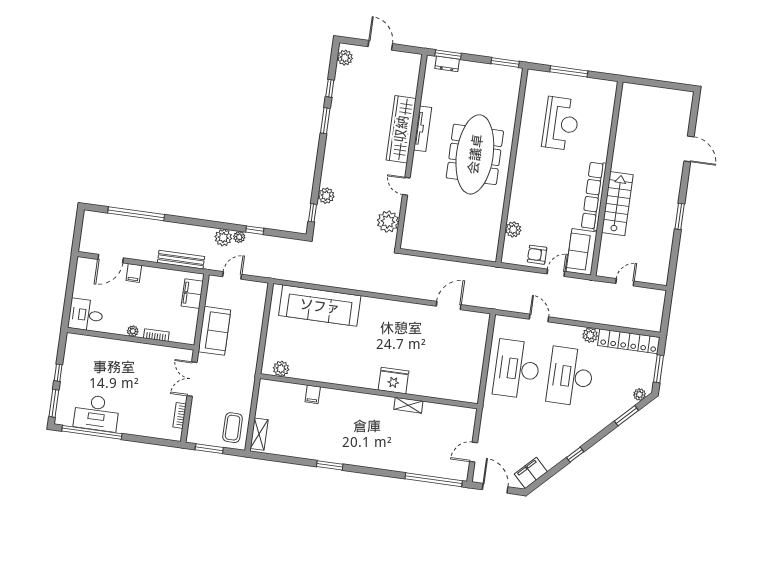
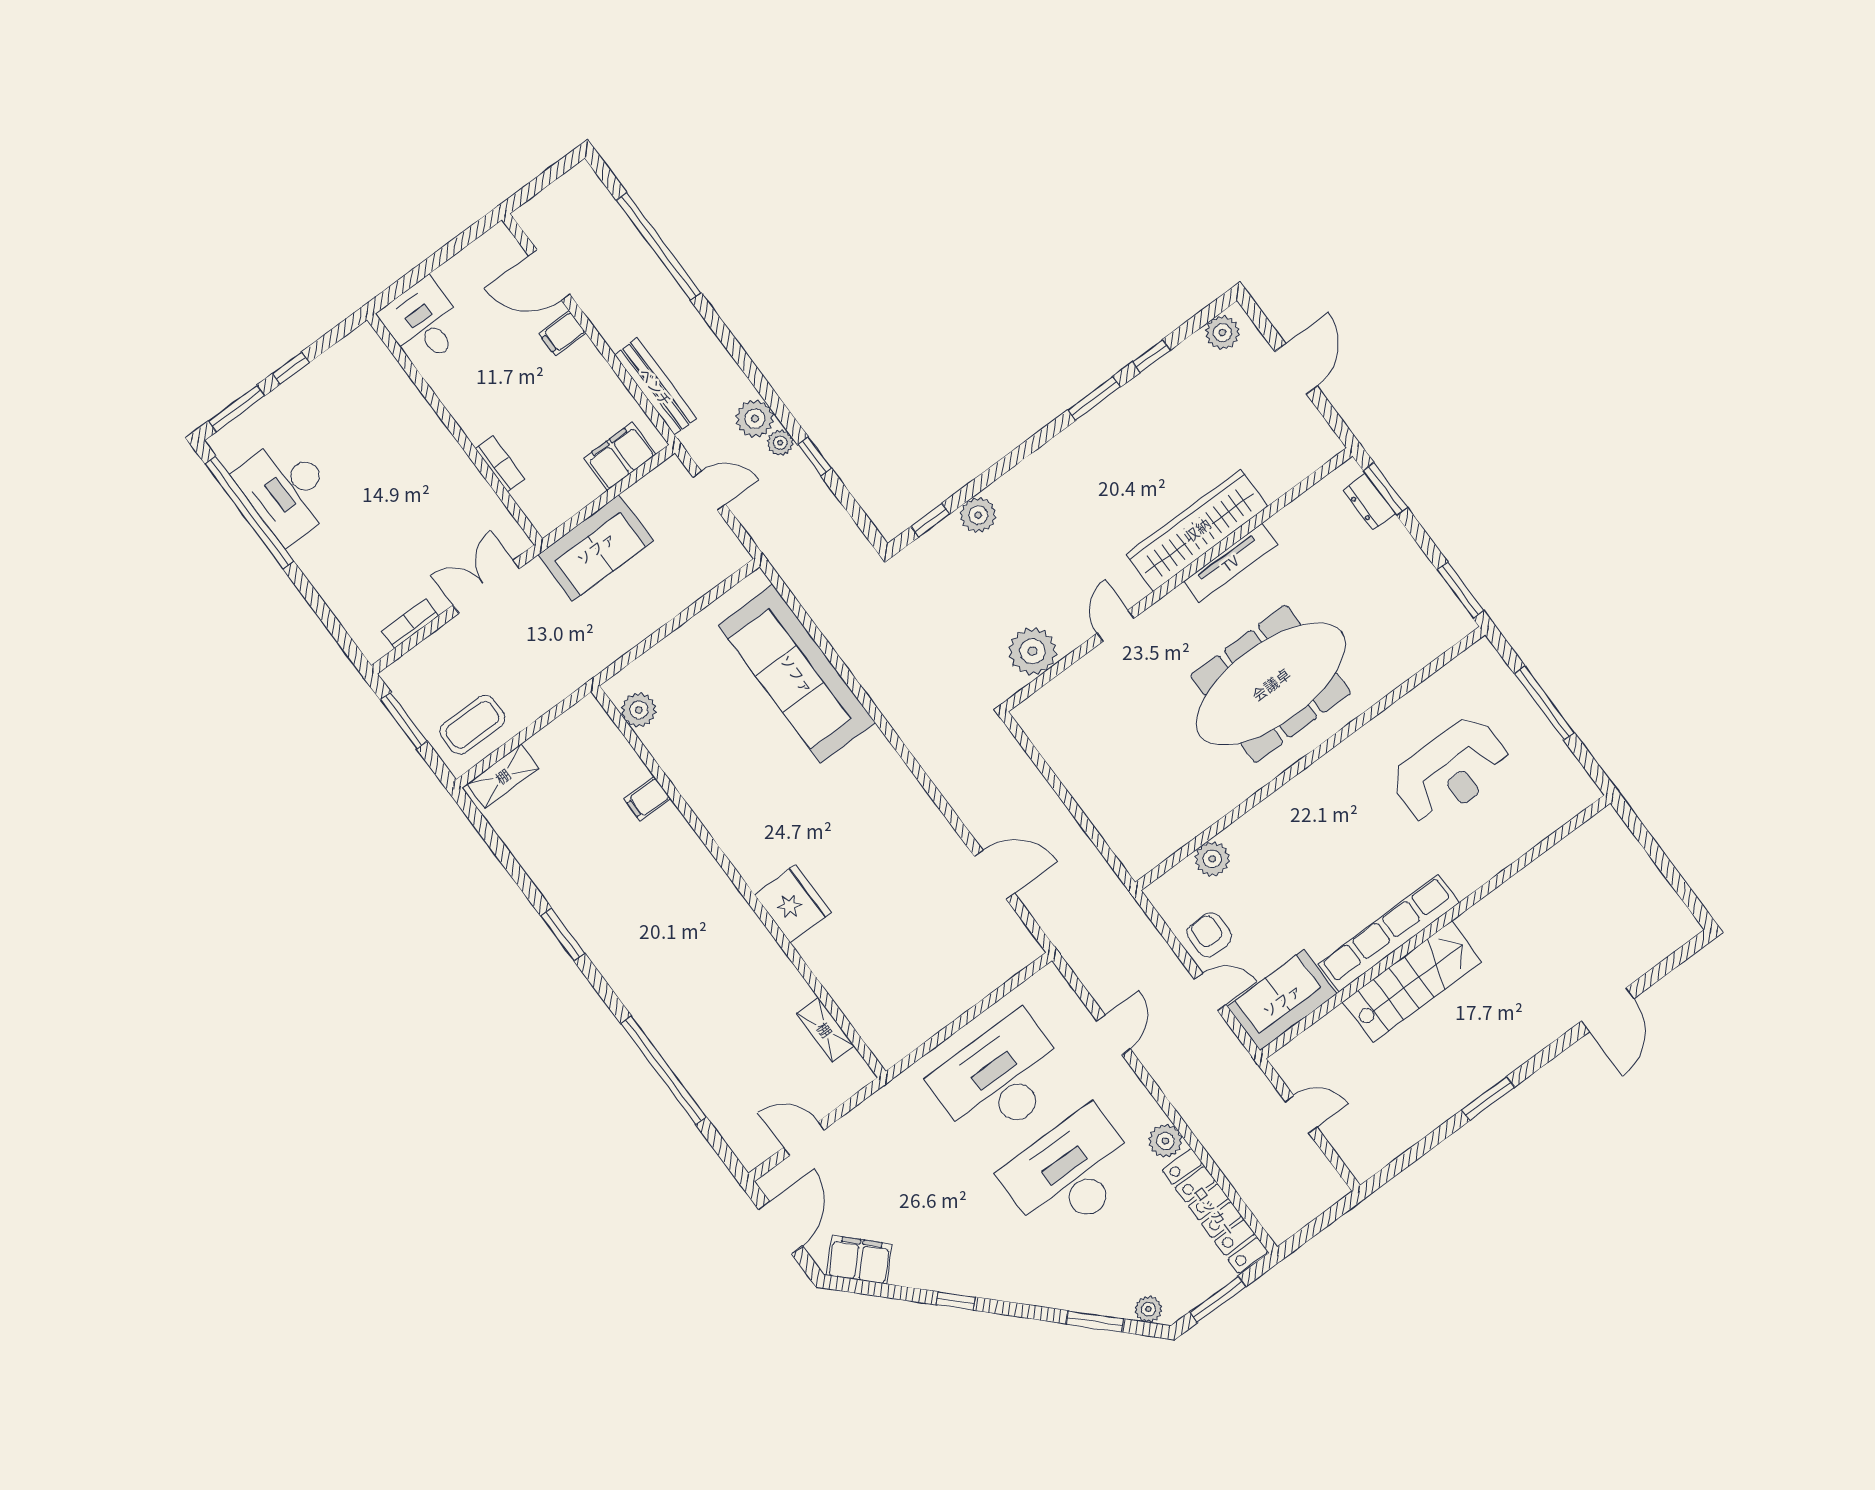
plant: (133, 331) -> (470, 421), removed
shelving: (408, 405) -> (825, 1030), moved
window: (434, 480) -> (664, 1070), moved

